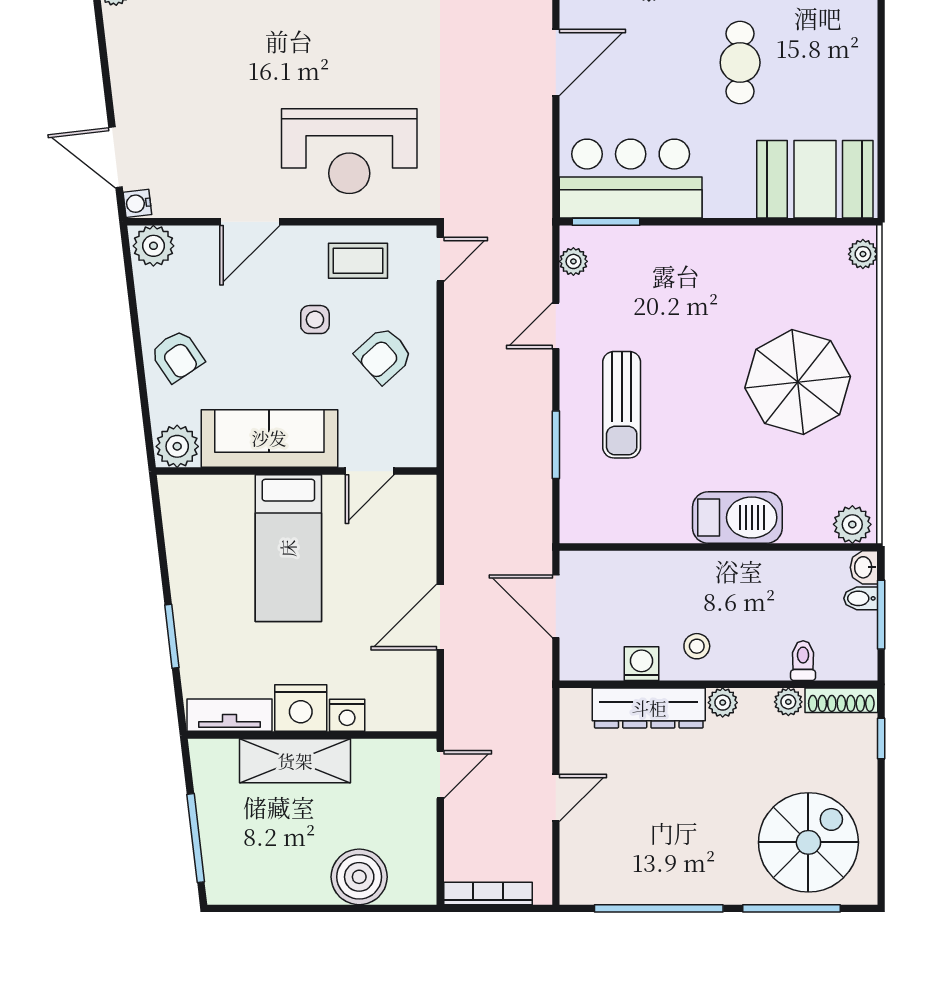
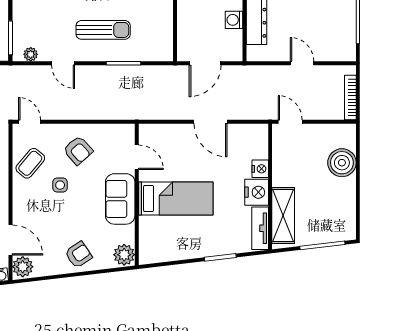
door: (250, 222) -> (11, 240), moved
coffee table: (358, 261) -> (30, 163), turned 40
sofa: (269, 438) -> (120, 199), width x0.73
shelving: (295, 761) -> (283, 216), moved

